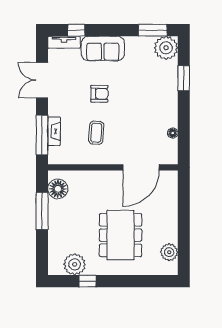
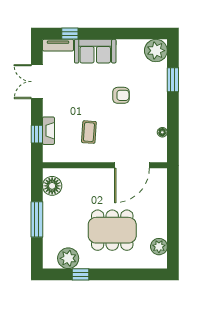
window: (153, 30) -> (143, 34), removed
armchair: (99, 94) -> (121, 95), moved
window: (42, 135) -> (37, 134), width x0.46
window: (42, 211) -> (37, 219), moved
dining table: (121, 235) -> (112, 230), turned 90

